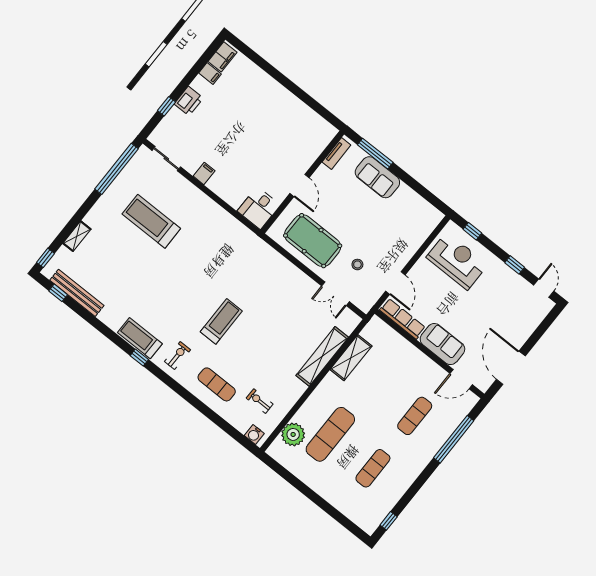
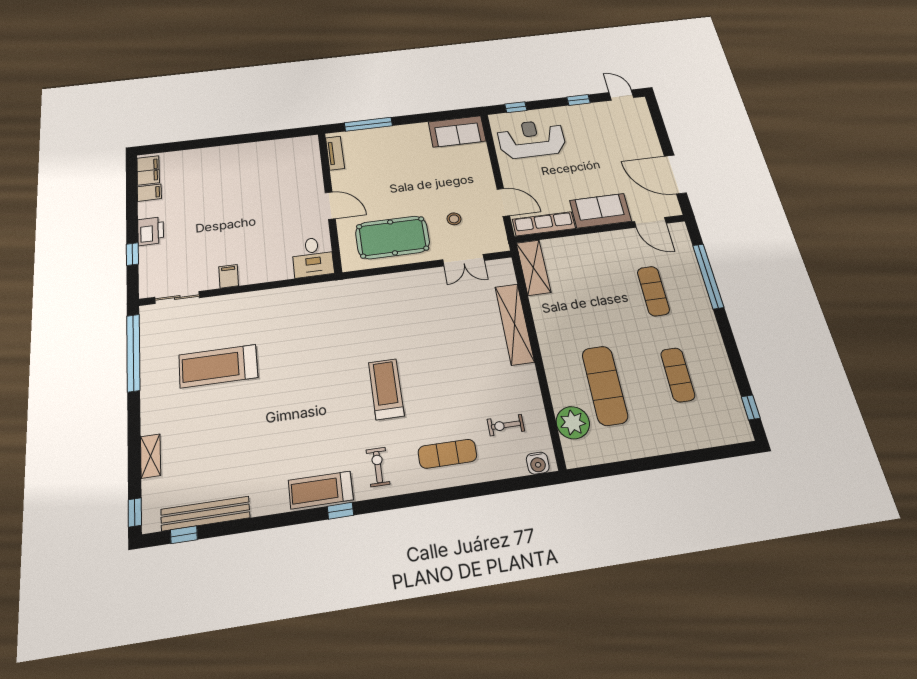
sofa: (377, 177) -> (457, 131), moved
shelving: (351, 358) -> (533, 268), moved
door: (461, 379) -> (650, 222), hinge flipped

